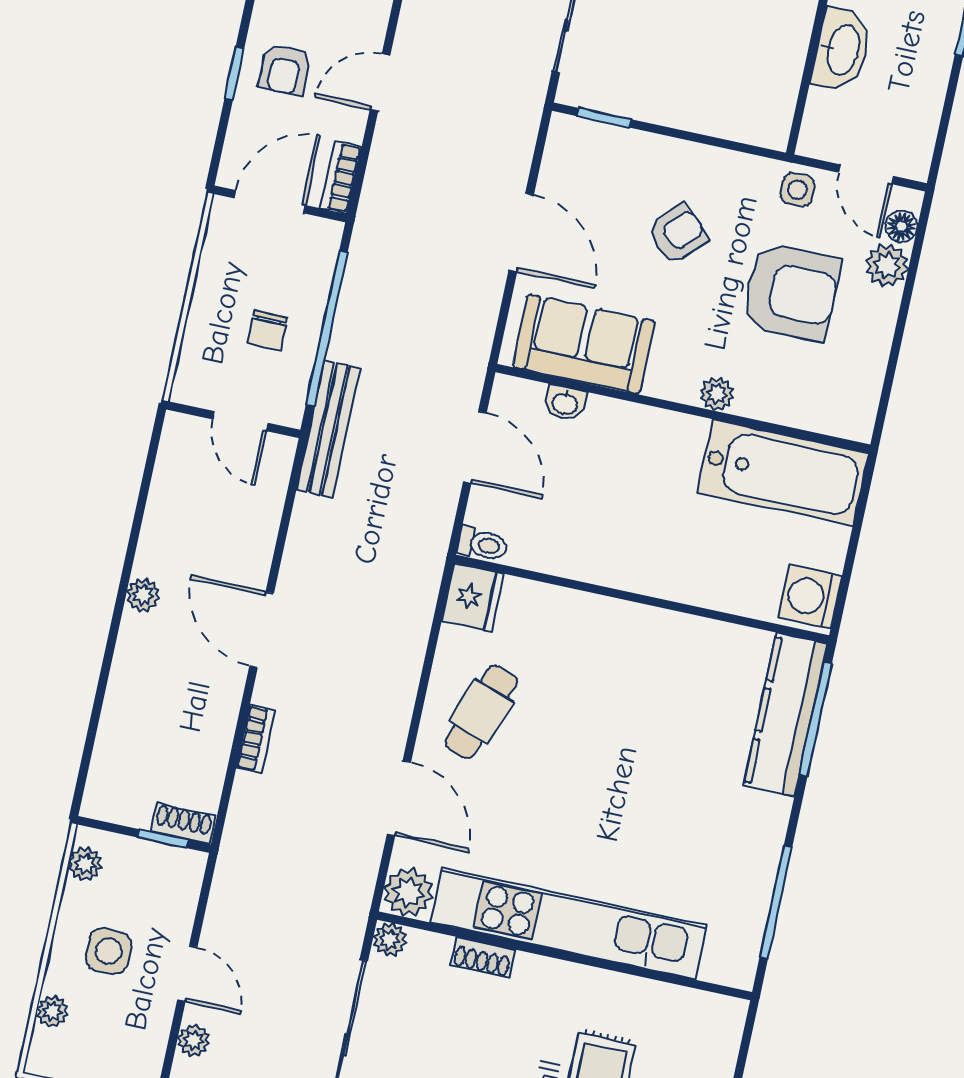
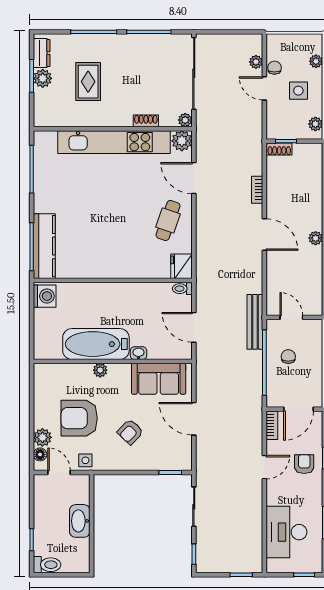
washbasin: (565, 403) -> (139, 353), moved
bathtub: (783, 473) -> (96, 344), moved
chair: (153, 1017) -> (274, 68), added

